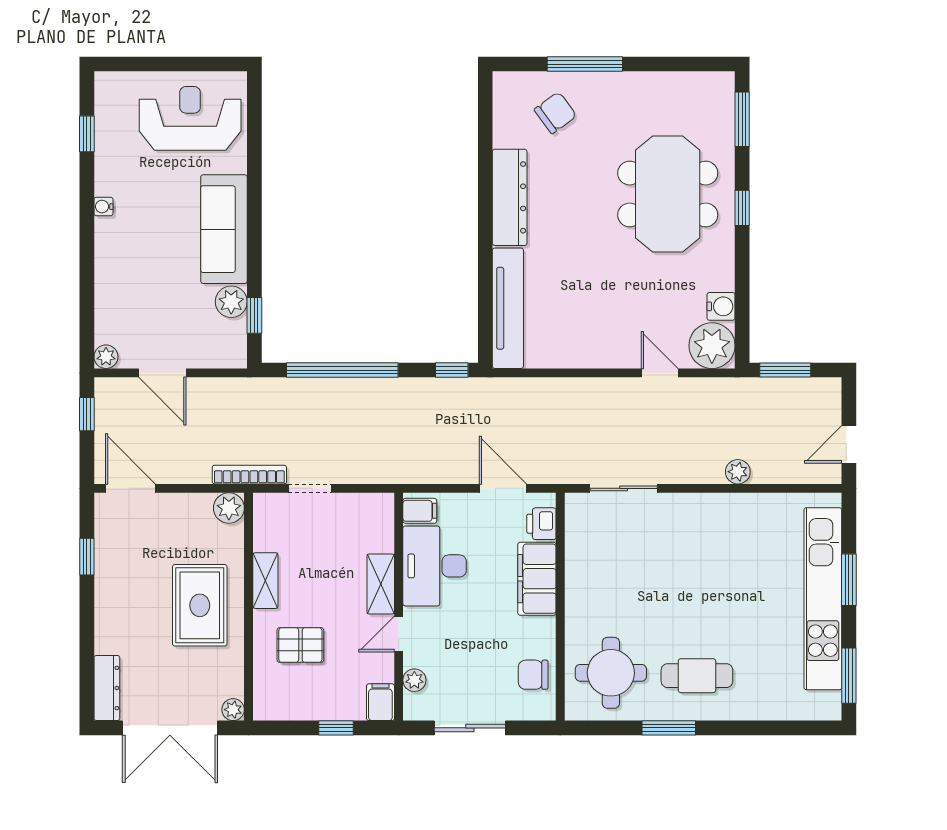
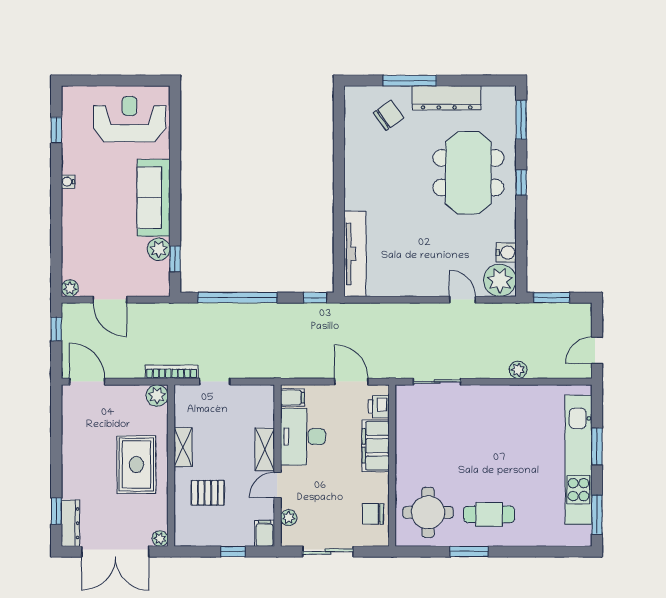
dresser: (510, 197) -> (447, 98), moved, turned 90
window: (87, 557) -> (56, 511), moved

